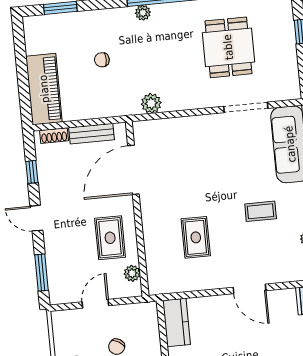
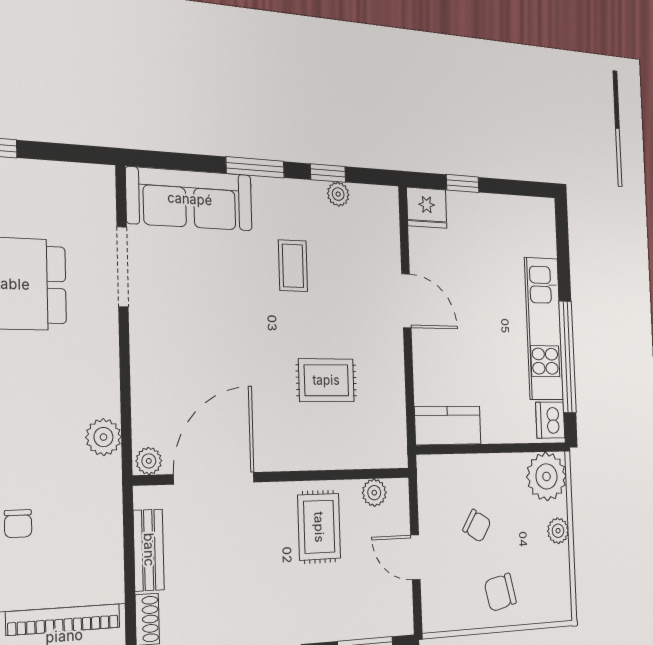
plant: (140, 130) -> (149, 461), added
door: (133, 170) -> (214, 478), swing flipped
rug: (110, 238) -> (319, 527), turned 90
door: (250, 289) -> (406, 301), hinge flipped

